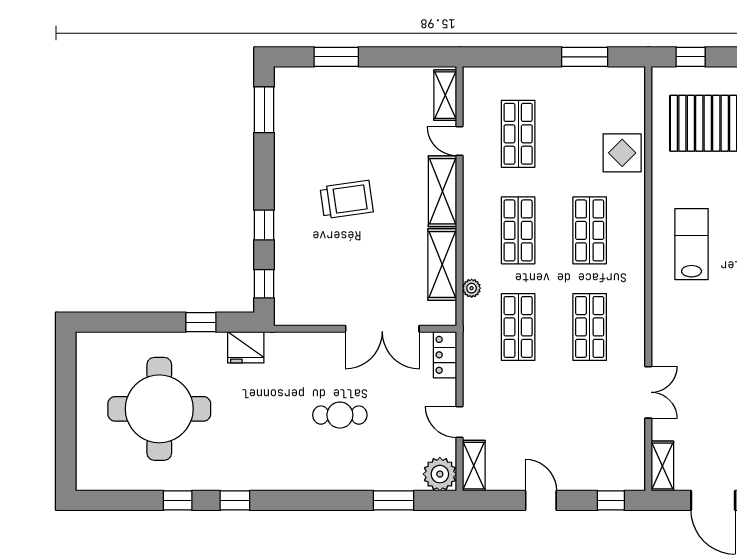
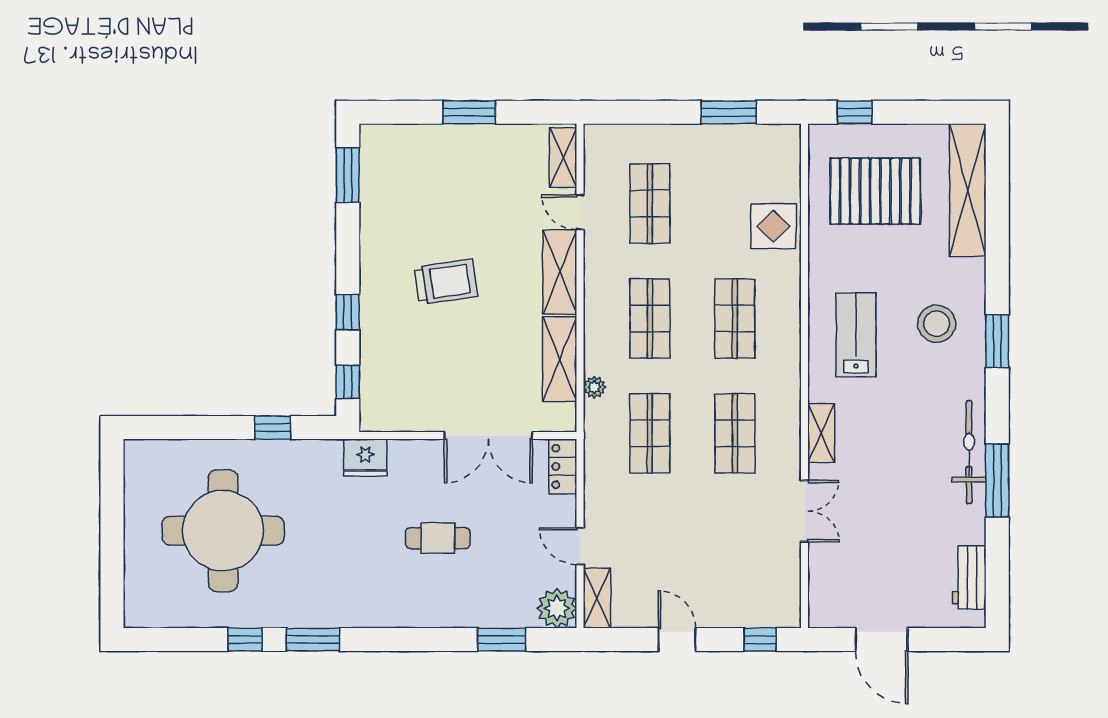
window: (336, 57) -> (469, 112), moved
fridge: (246, 347) -> (365, 458), moved
shelving: (662, 466) -> (821, 433), moved
window: (235, 500) -> (313, 640), width x1.50

